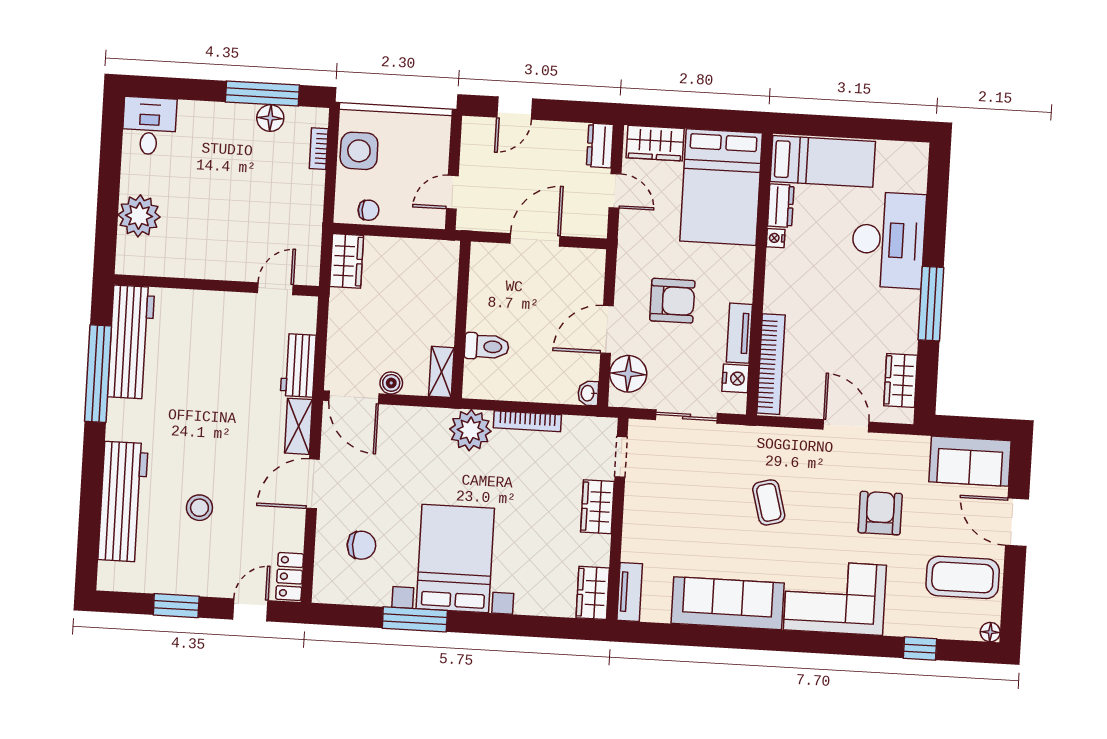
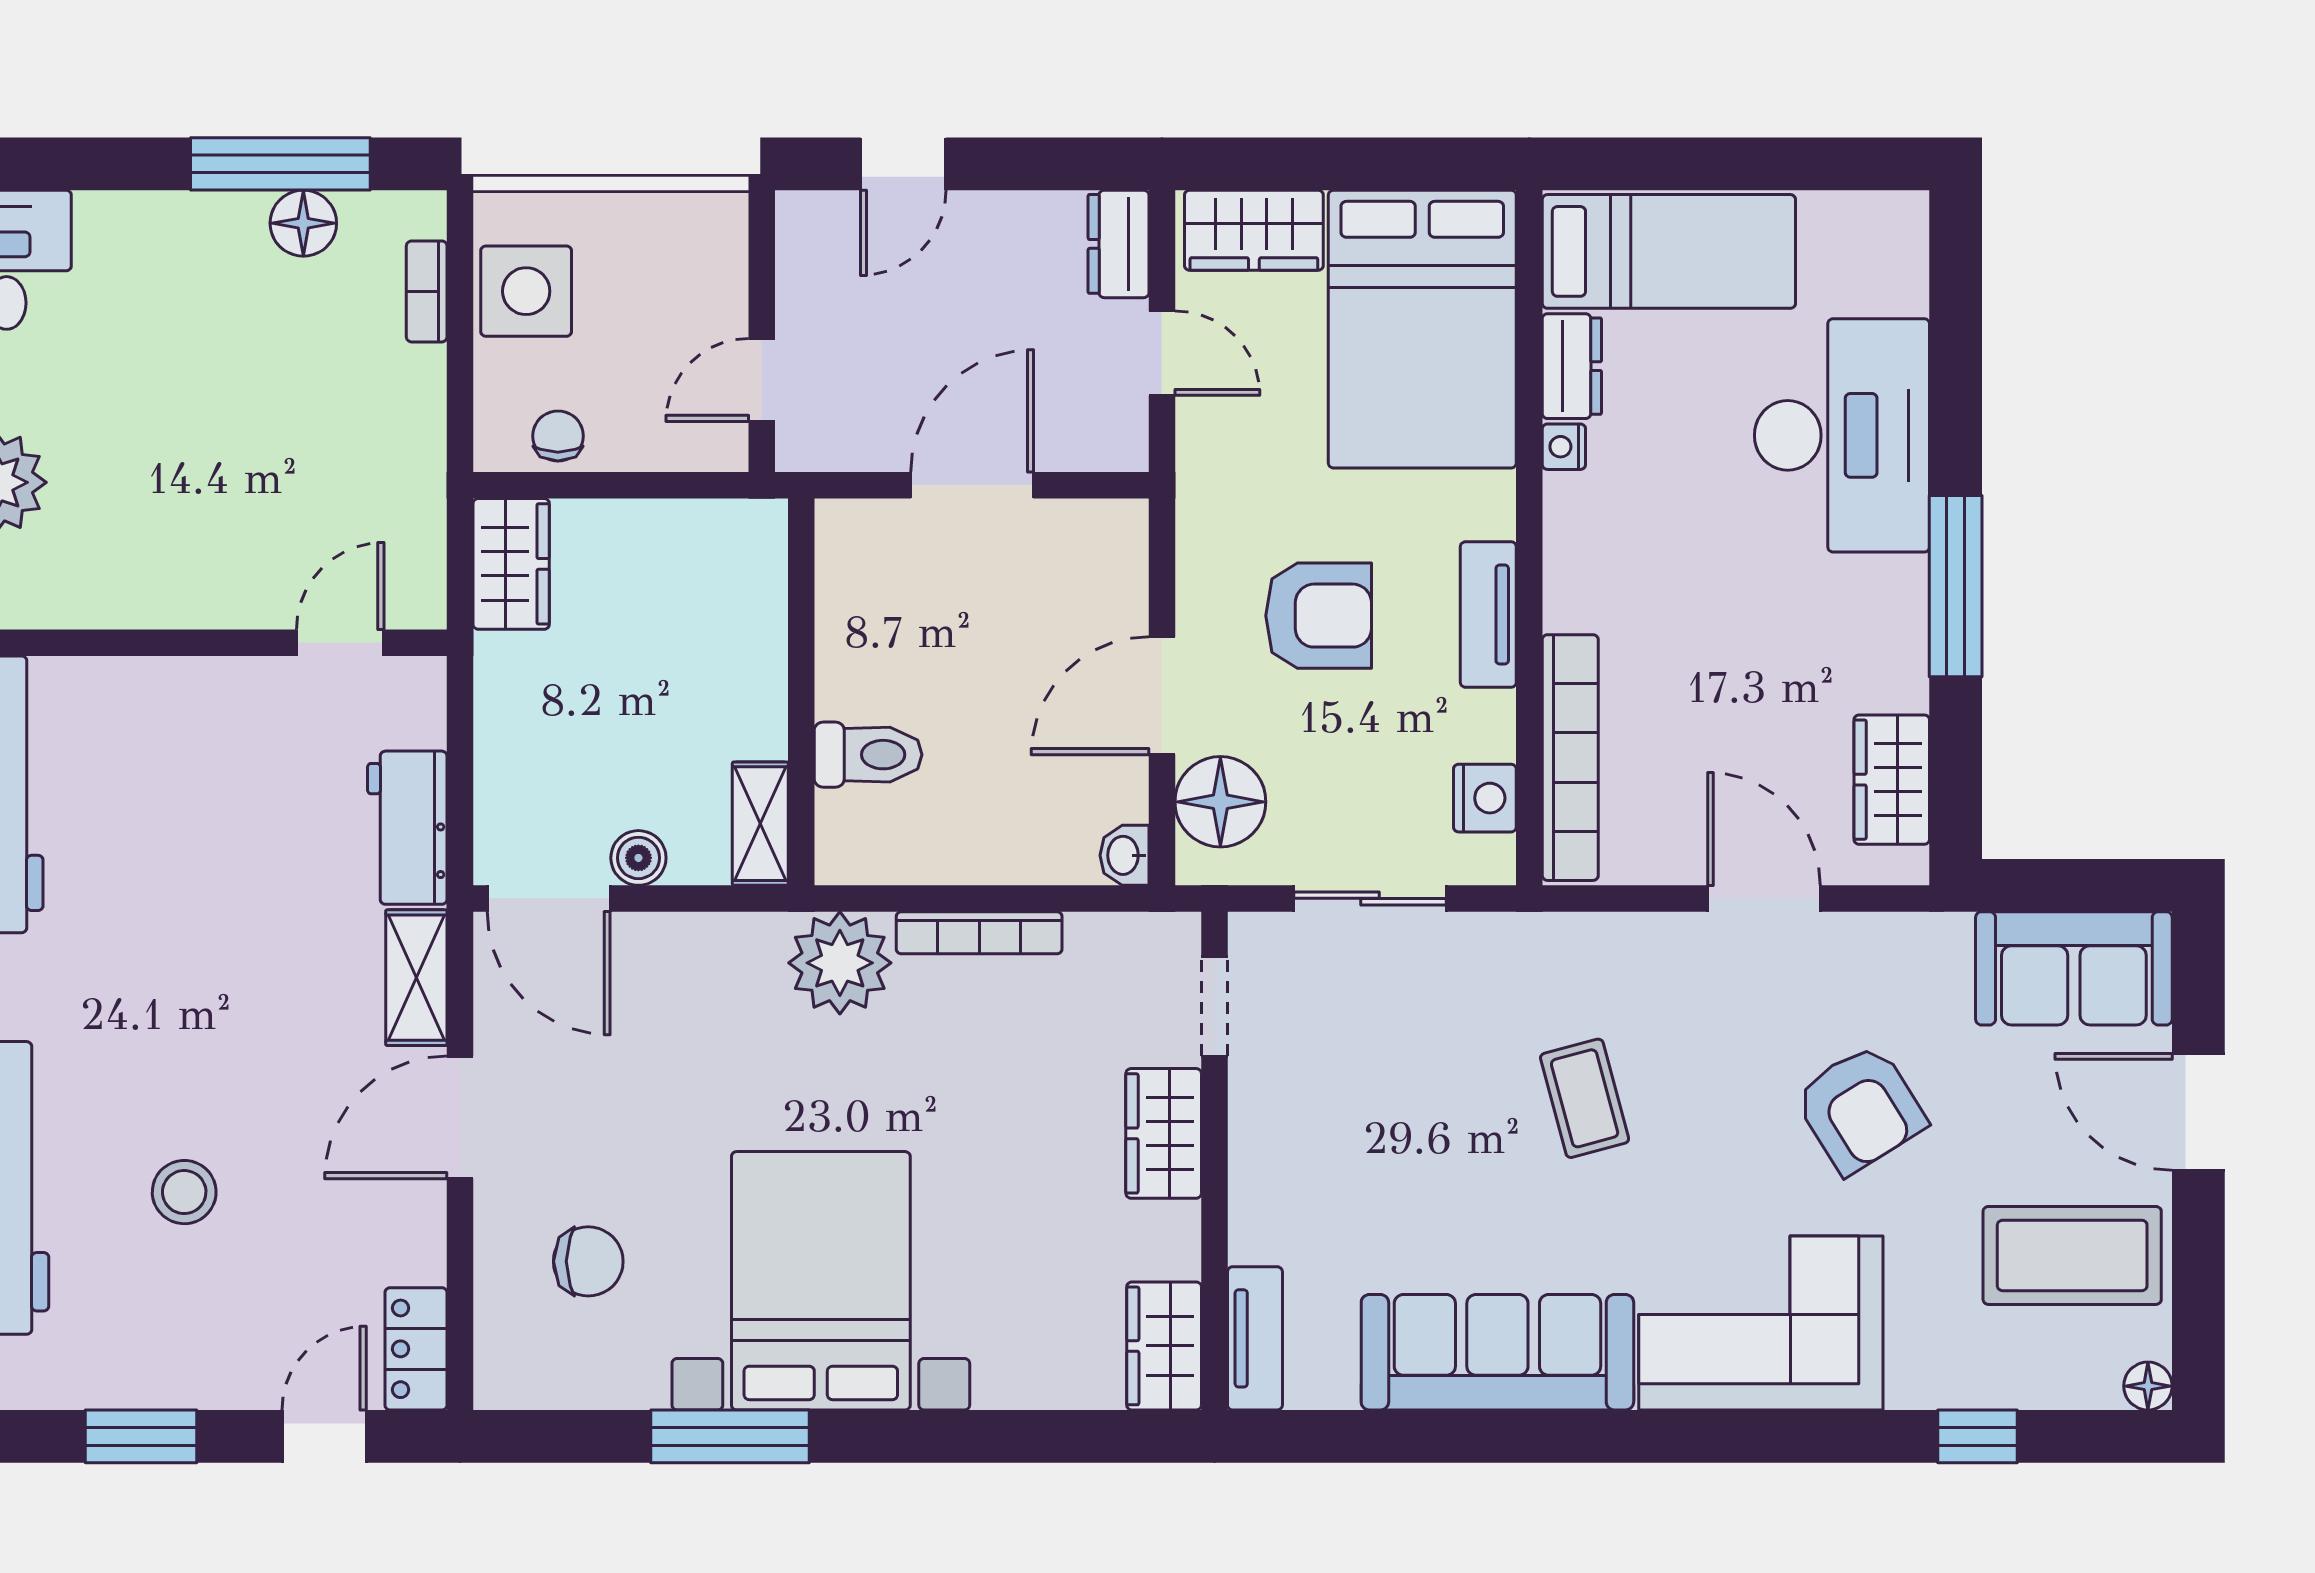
chair: (368, 210) -> (558, 436), turned -90
tv unit: (739, 333) -> (1488, 614), moved
armchair: (880, 513) -> (1860, 1109), turned 148

